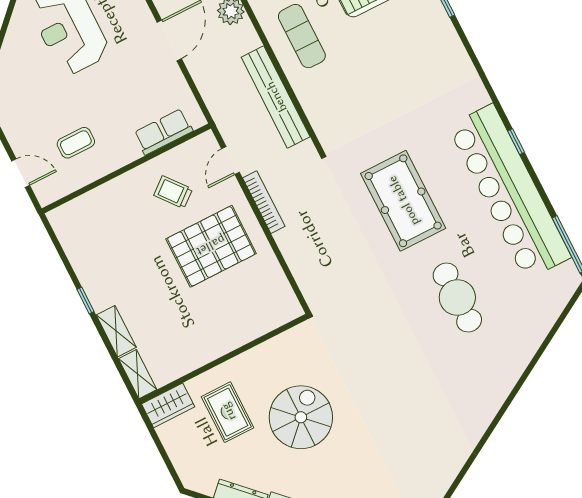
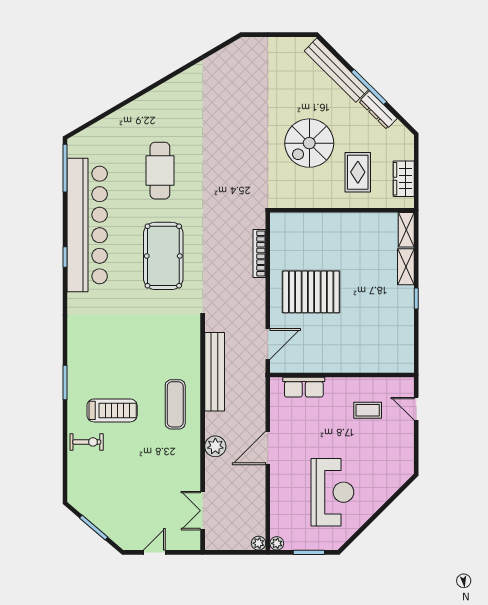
door: (230, 160) -> (268, 344), width x1.38
trolley: (173, 192) -> (318, 342), removed
bookcase: (264, 202) -> (259, 253), moved
wardrobe: (168, 405) -> (404, 179), moved, turned -90

